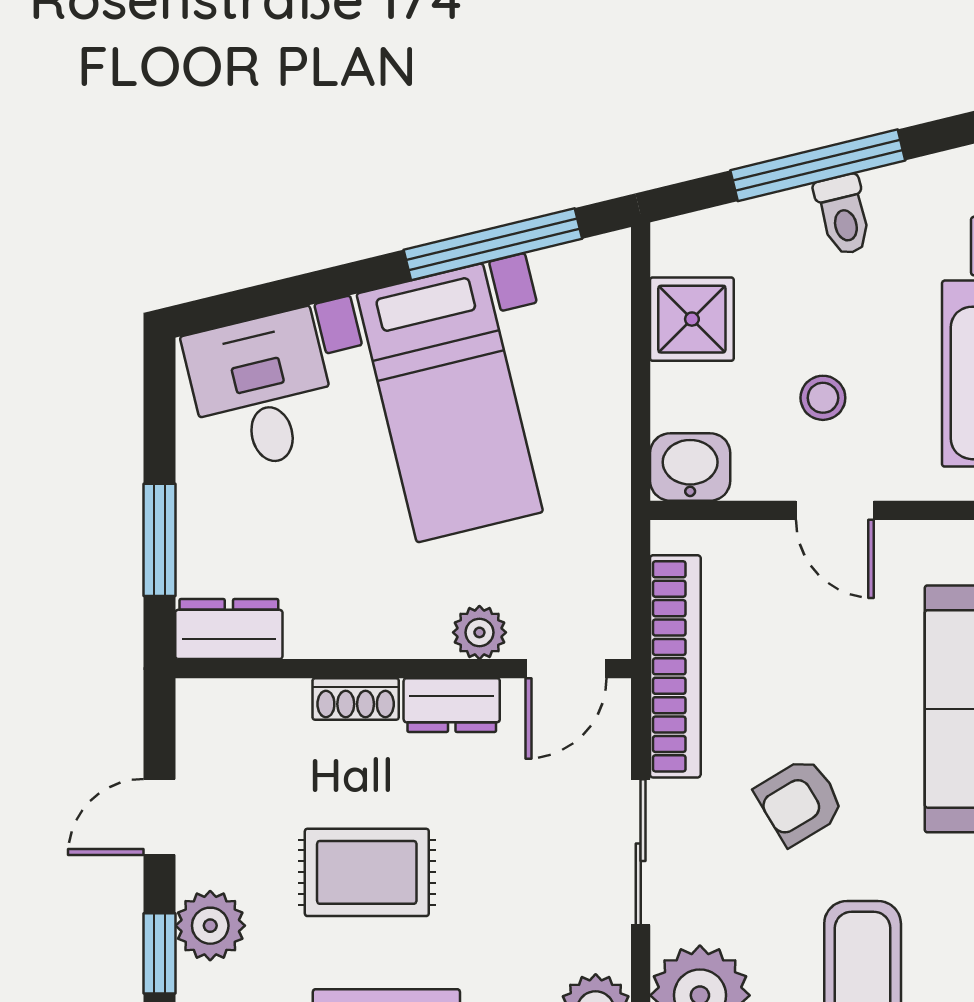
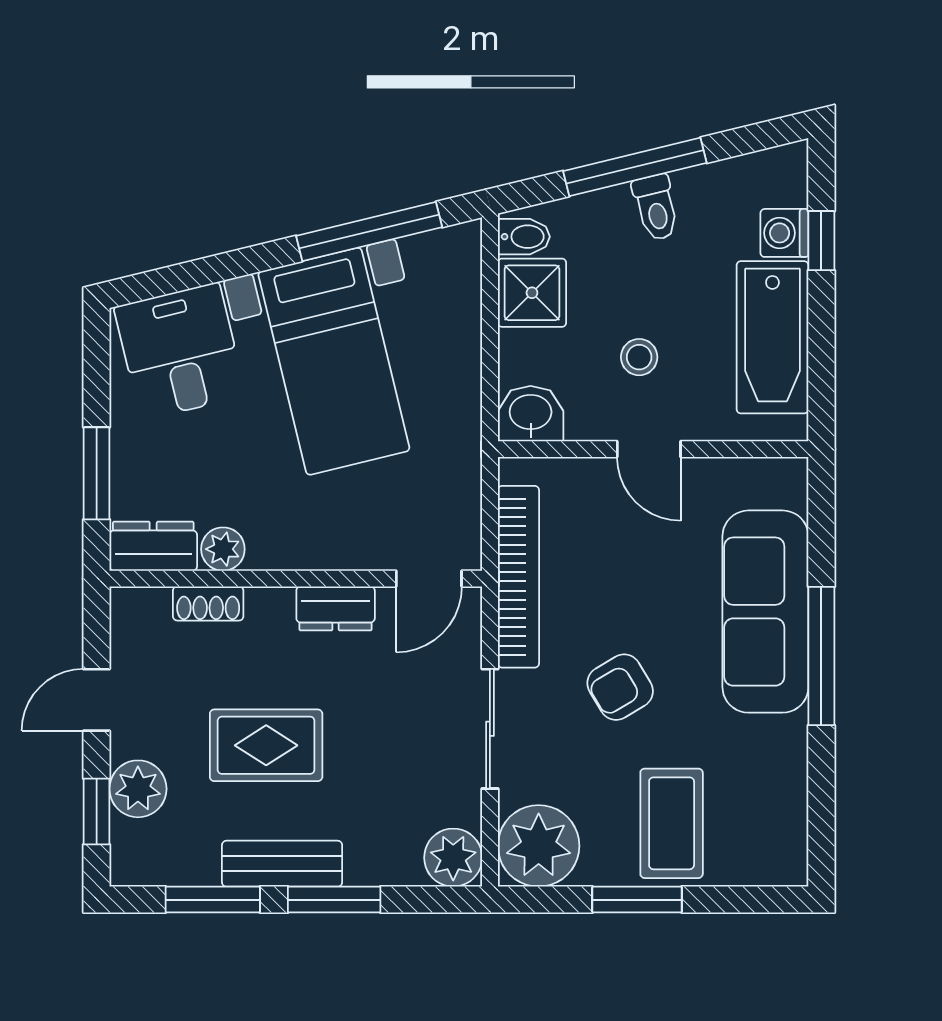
bidet: (682, 251) -> (524, 237), added
plant: (479, 632) -> (223, 549), moved
shoe rack: (356, 699) -> (208, 603), moved

